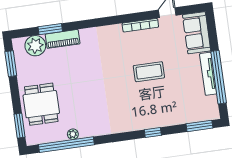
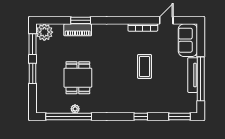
window: (50, 29) -> (81, 20), moved
plant: (35, 46) -> (44, 32), moved
coffee table: (149, 72) -> (144, 66), turned 90
dining table: (41, 104) -> (78, 78), moved
window: (20, 126) -> (33, 73), moved

